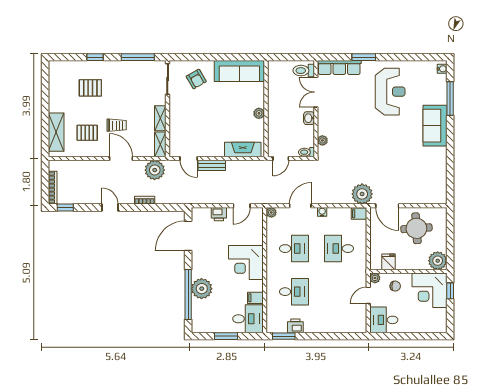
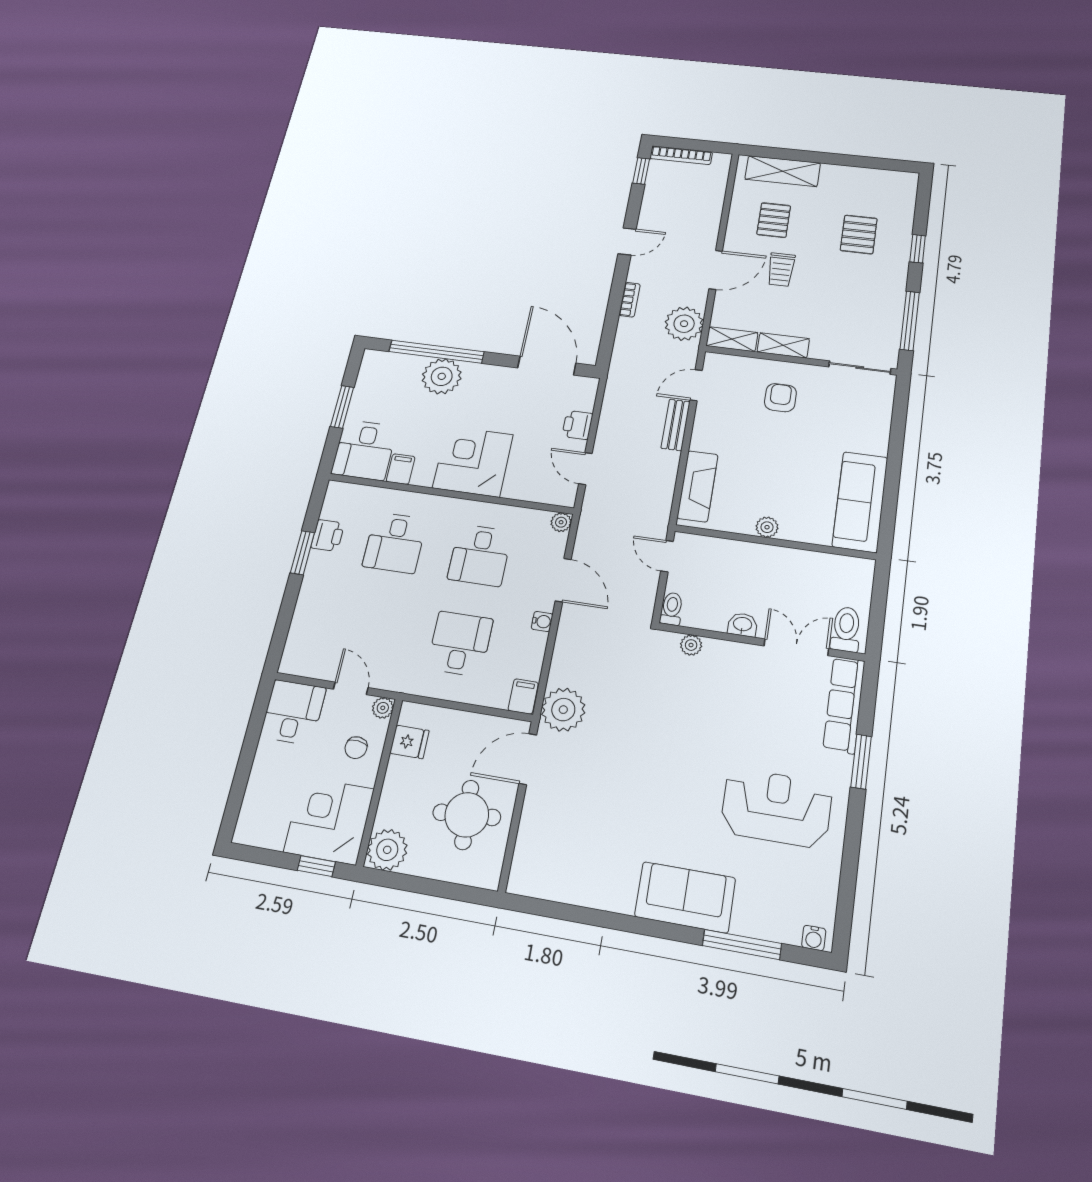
armchair: (196, 79) -> (780, 398), moved, turned 120
reception desk: (390, 92) -> (776, 808), turned 180
window: (284, 336) -> (302, 553), moved

